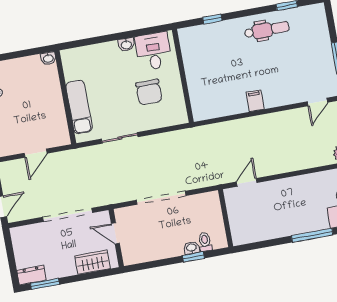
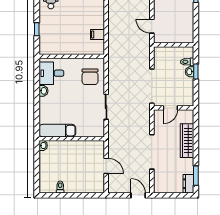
chair: (149, 92) -> (90, 77), moved, turned 90
filing cabinet: (255, 101) -> (97, 35), moved
exam couch: (79, 107) -> (57, 131), moved
door: (115, 233) -> (170, 108), moved
wall: (116, 238) -> (174, 108), moved
wardrobe: (92, 262) -> (187, 141), width x1.50

